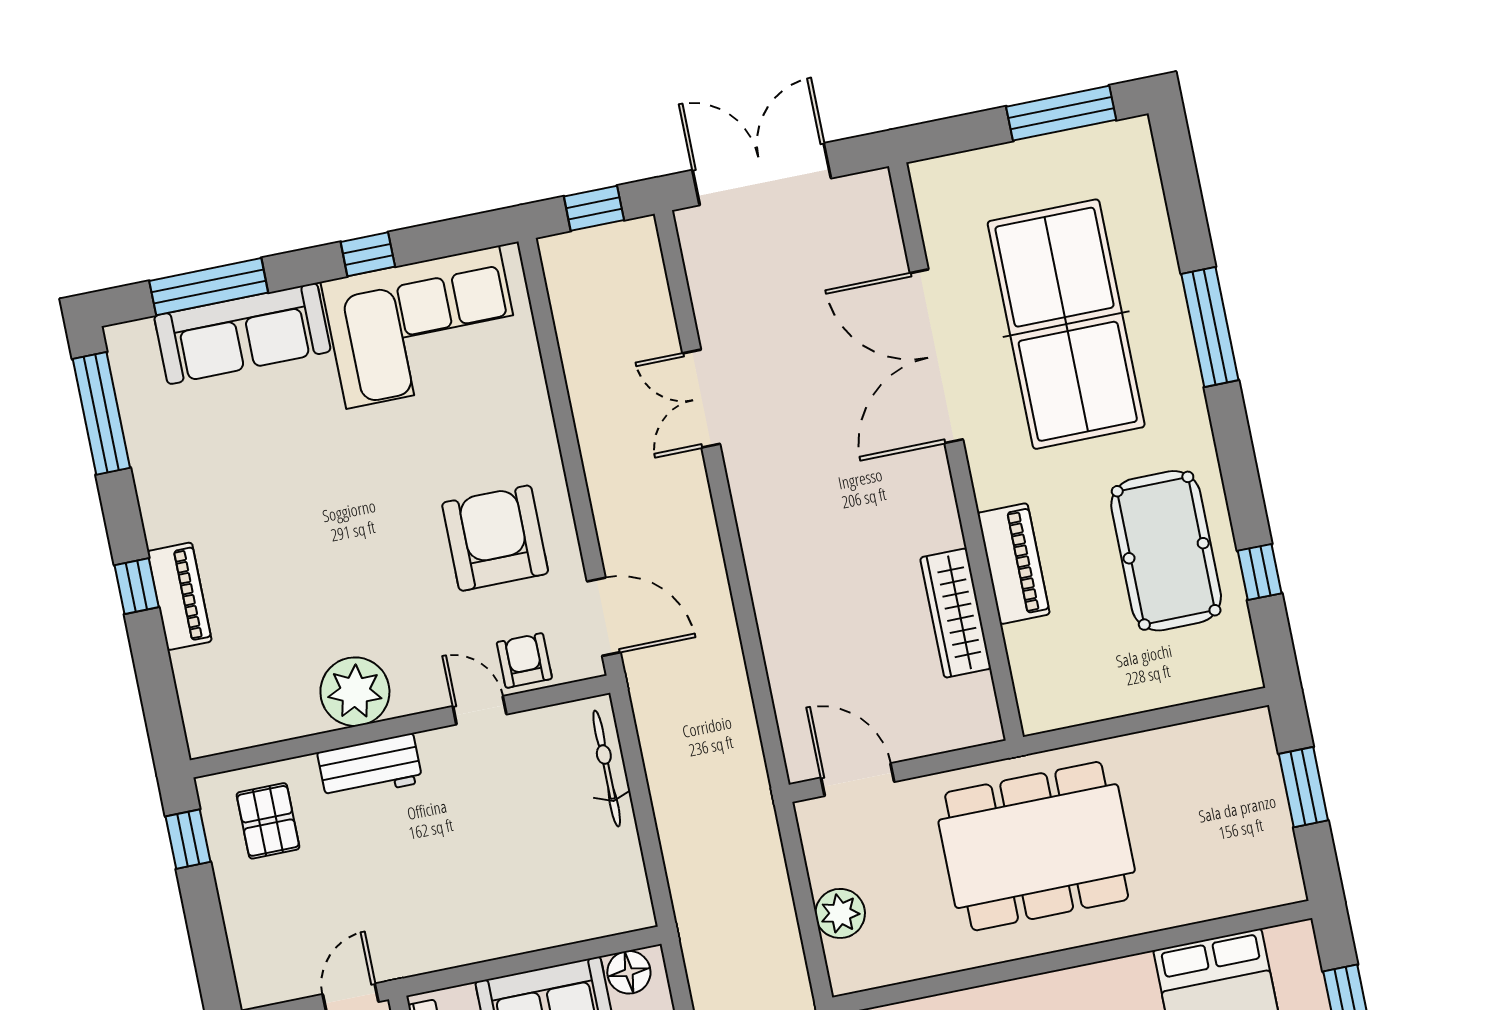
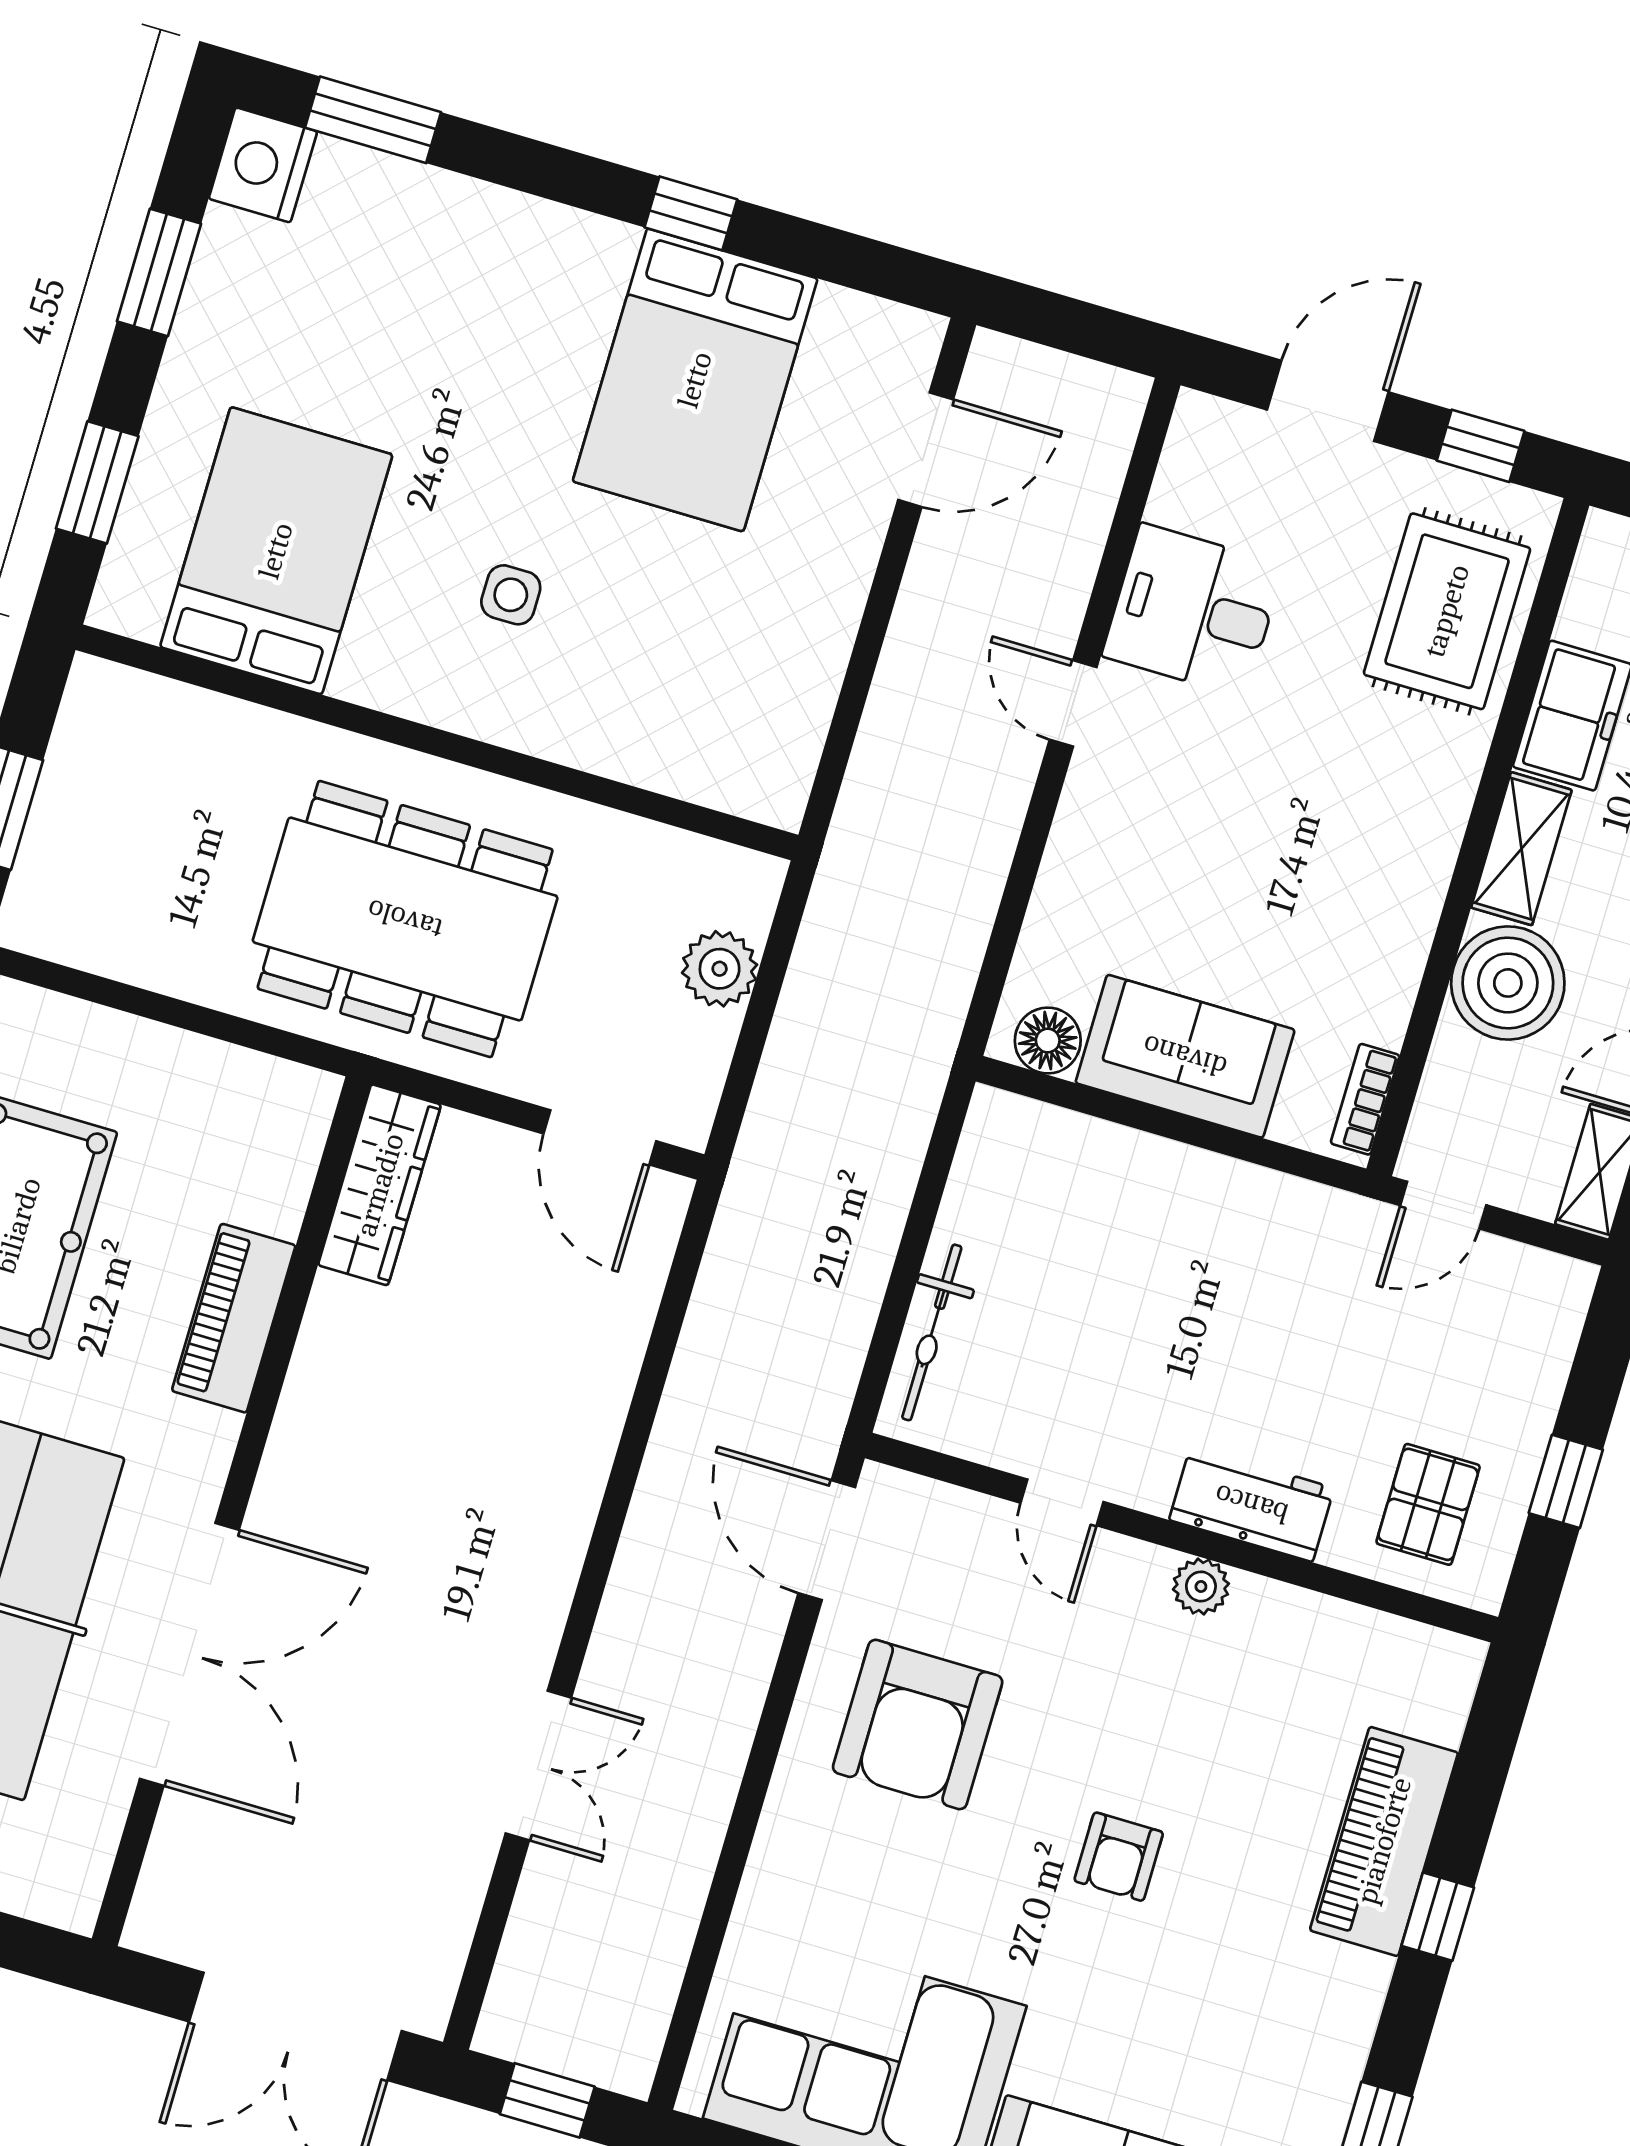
piano: (180, 596) -> (1384, 1841), width x1.37, depth x1.33
wardrobe: (956, 613) -> (380, 1185), moved
armchair: (524, 660) -> (1119, 1857), moved
plant: (355, 692) -> (1201, 1587), width x0.53, depth x0.53
window: (188, 839) -> (1566, 1481), moved

